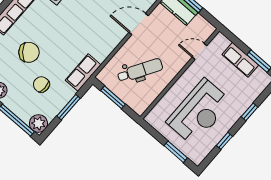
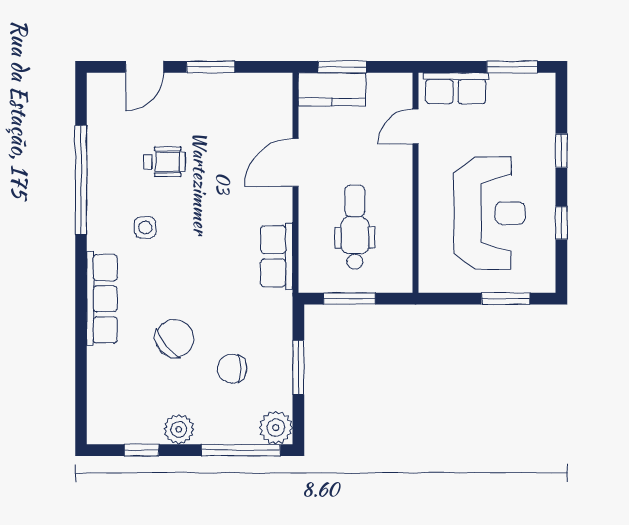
row of seats: (240, 60) -> (456, 88), moved
dental chair: (140, 70) -> (355, 227), turned -31
row of seats: (83, 73) -> (277, 256), moved

